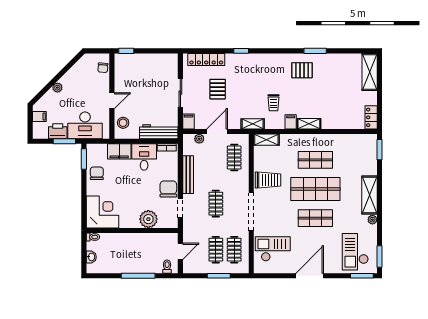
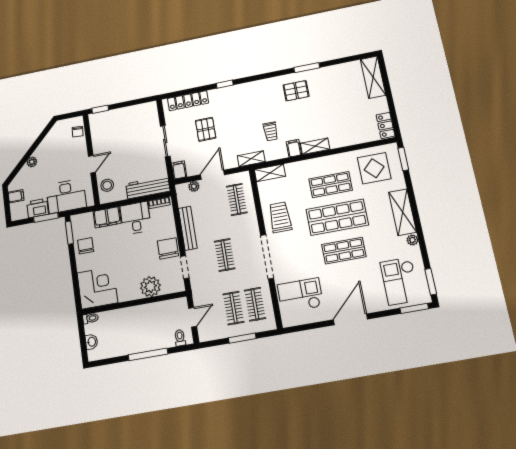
display table: (354, 153) -> (374, 168), added
trolley: (268, 180) -> (280, 217), turned -90

